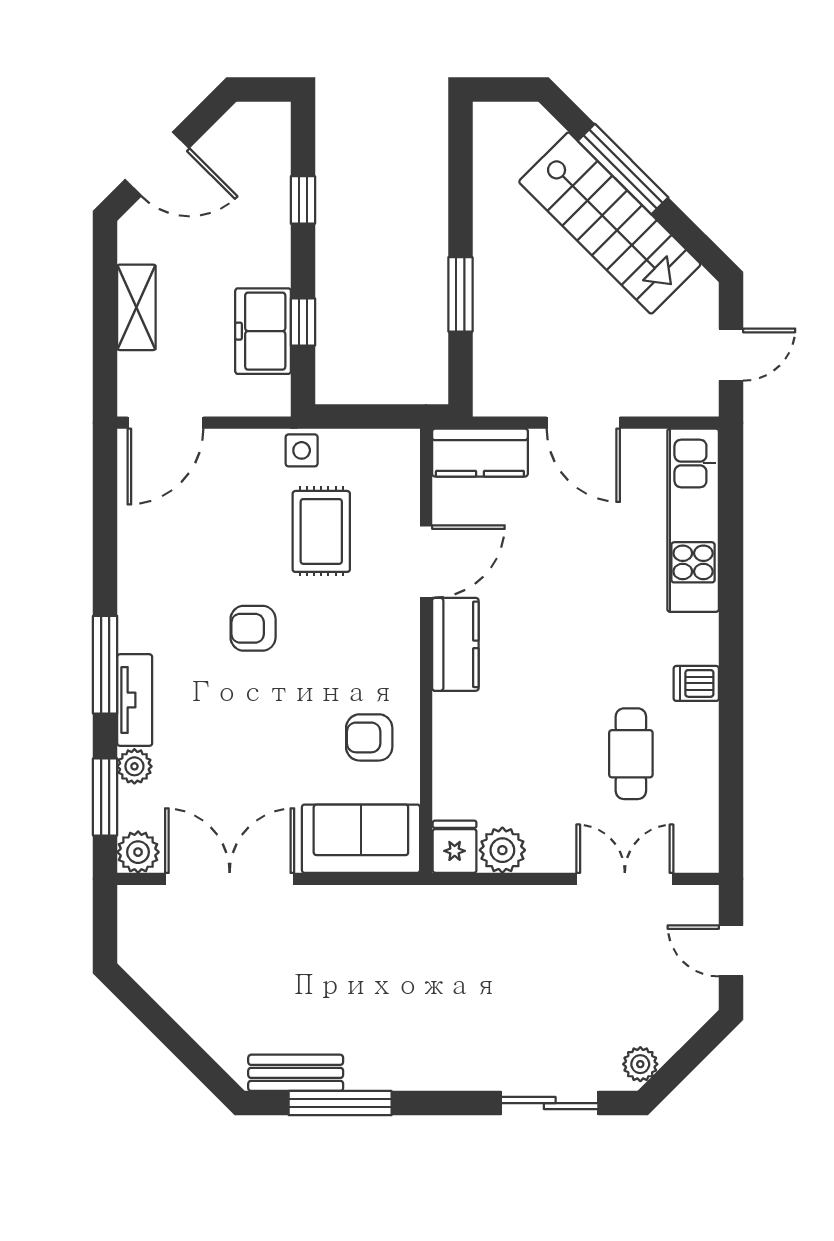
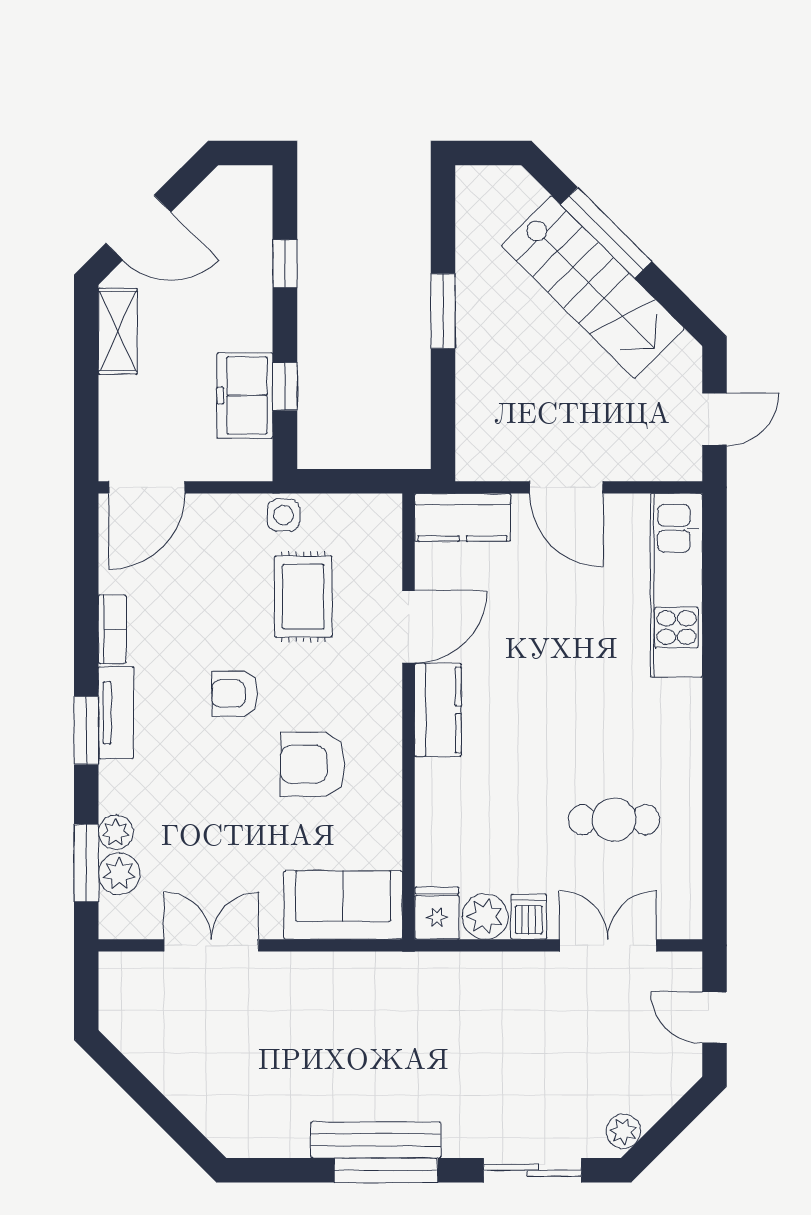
window: (460, 294) -> (443, 311), moved
shelving: (136, 307) -> (118, 331), moved
bookcase: (131, 564) -> (112, 629), added
window: (105, 665) -> (86, 730), width x0.69
dishwasher: (696, 683) -> (529, 917), moved, turned 90
tv unit: (135, 700) -> (116, 713), moved
armchair: (369, 737) -> (313, 764), moved, width x1.38, depth x1.38
cafe table: (631, 754) -> (614, 820), turned 90
plant: (138, 852) -> (119, 874), moved
double door: (230, 879) -> (211, 945), width x0.73
bench: (296, 1073) -> (376, 1140), moved, width x1.36
window: (340, 1103) -> (386, 1170), moved

